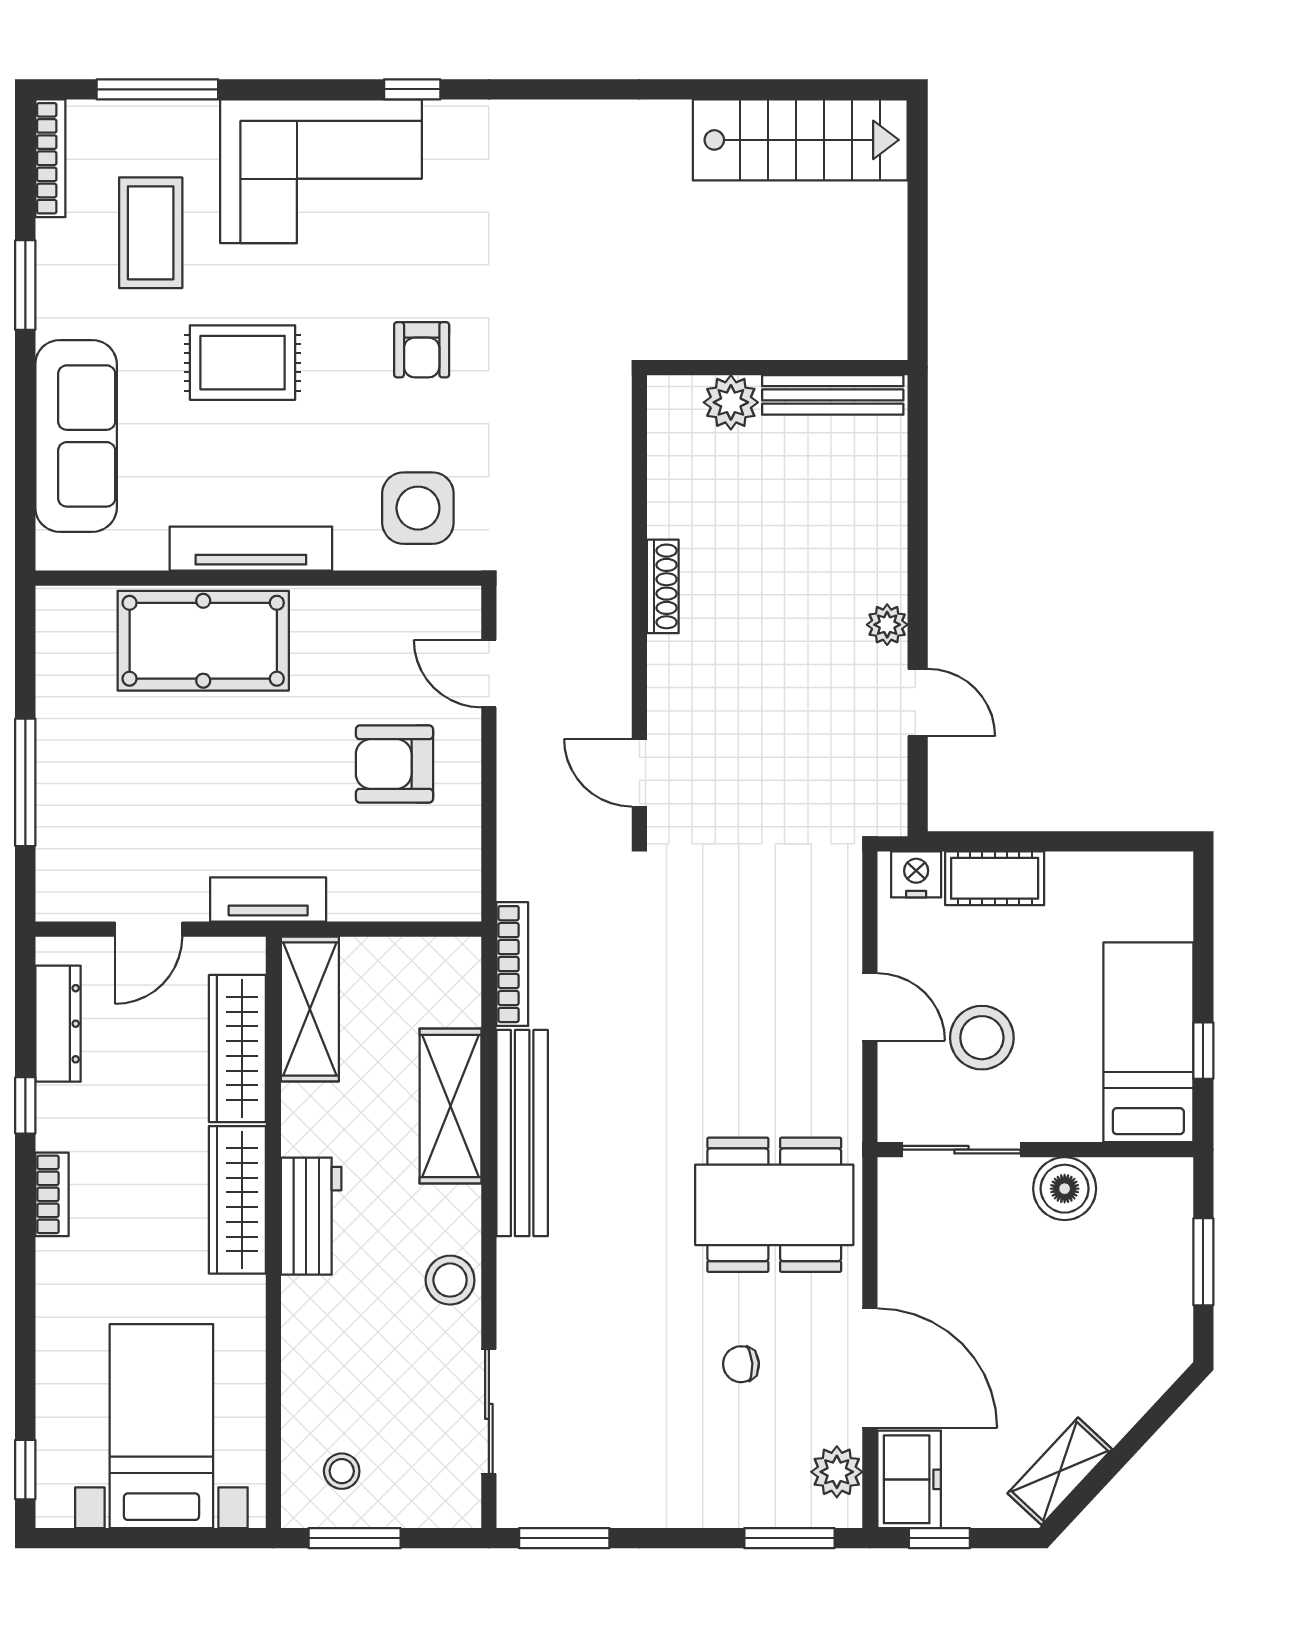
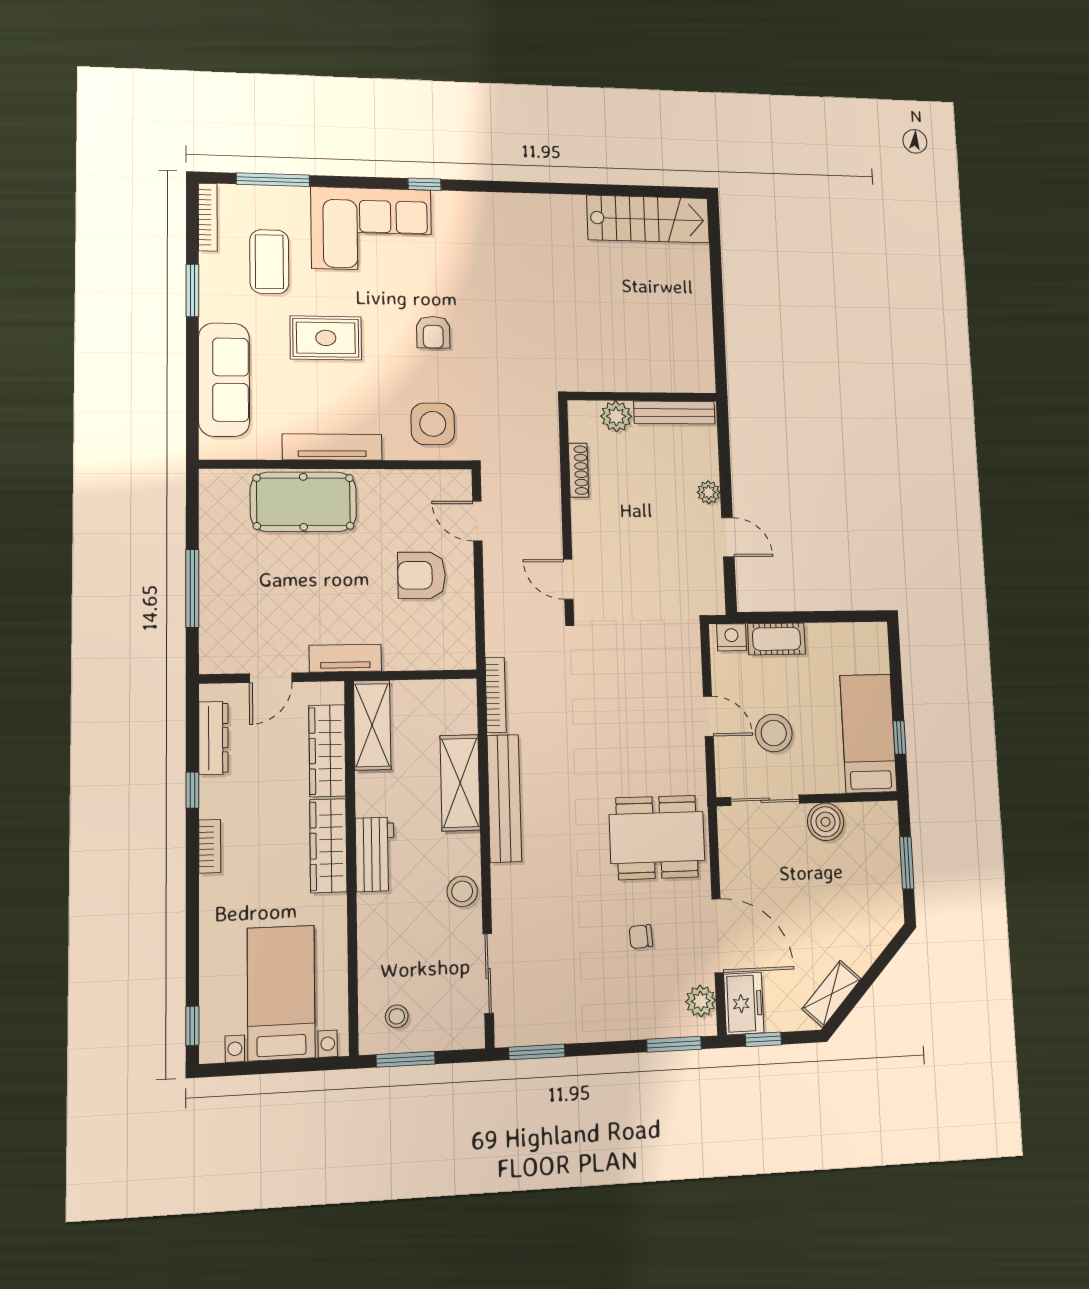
wall: (777, 368) -> (642, 397), moved
bench: (833, 395) -> (674, 413), moved
plant: (731, 402) -> (616, 416), moved

